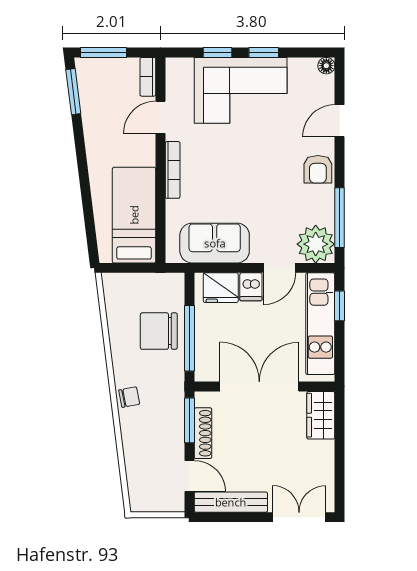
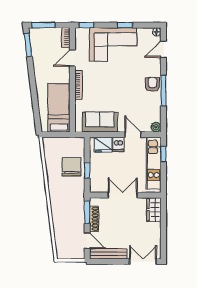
window: (217, 52) -> (86, 25), moved
door: (340, 121) -> (163, 49), moved
armchair: (318, 169) -> (152, 85), turned 180
window: (340, 218) -> (163, 90), moved
plant: (316, 244) -> (156, 127), width x0.53, depth x0.53
door: (280, 268) -> (133, 135), swing flipped
chair: (159, 331) -> (71, 167), turned 90
window: (189, 338) -> (87, 170), width x0.46
double door: (259, 386) -> (123, 195), width x0.73
chair: (129, 397) -> (56, 200), removed

